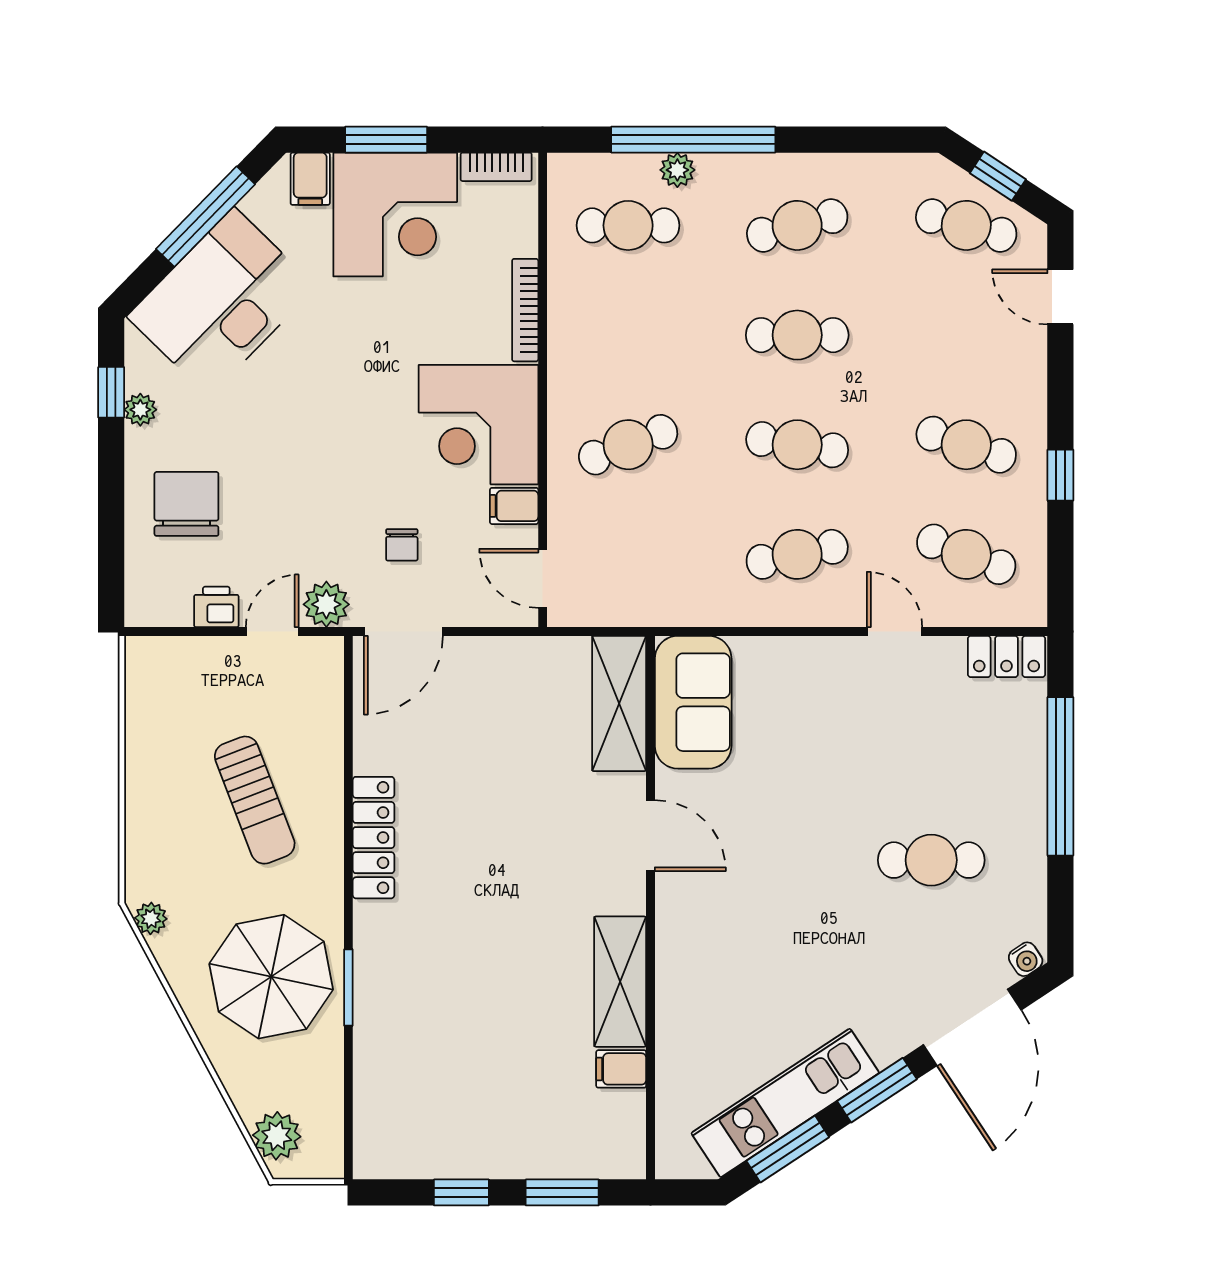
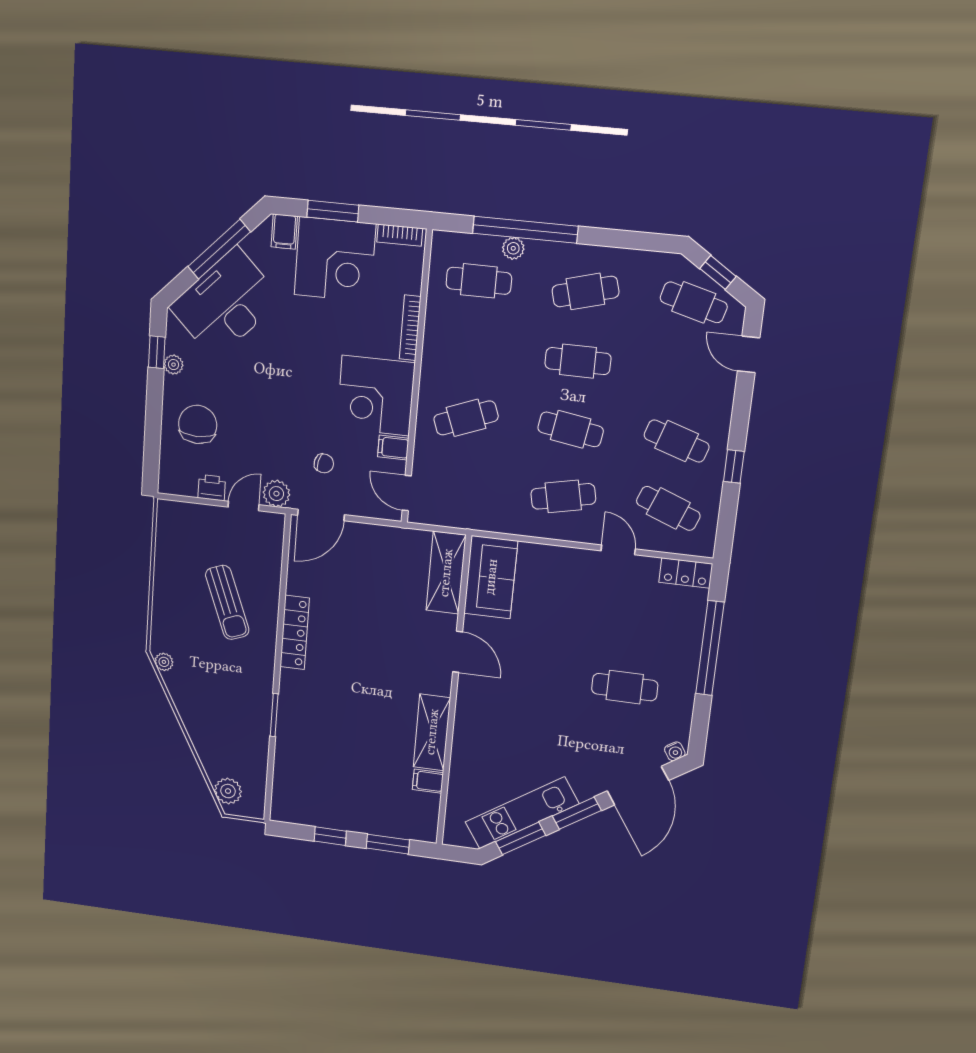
chair: (402, 545) -> (324, 463), turned -76
parasol: (271, 977) -> (230, 703), removed

